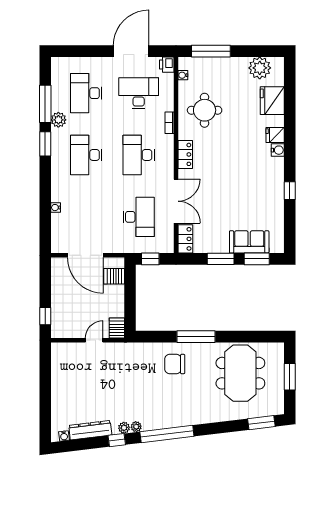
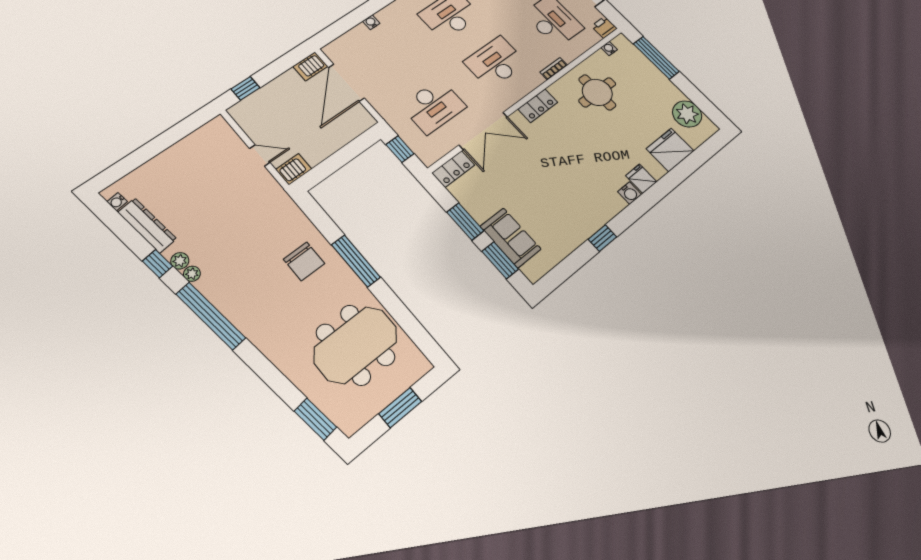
server rack: (114, 276) -> (310, 66), moved, turned -90
chair: (175, 364) -> (304, 261), turned 180

